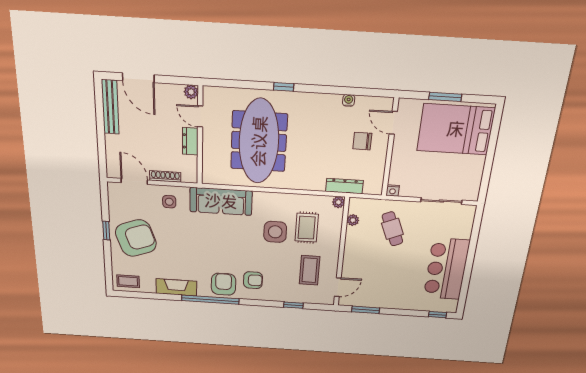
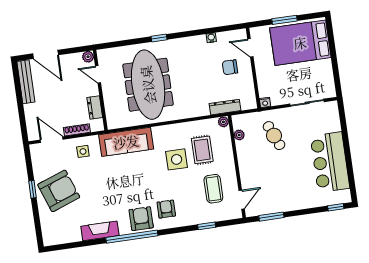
dresser: (190, 141) -> (95, 108), moved
armchair: (253, 280) -> (166, 209), turned -90
coffee table: (128, 281) -> (56, 234), removed

